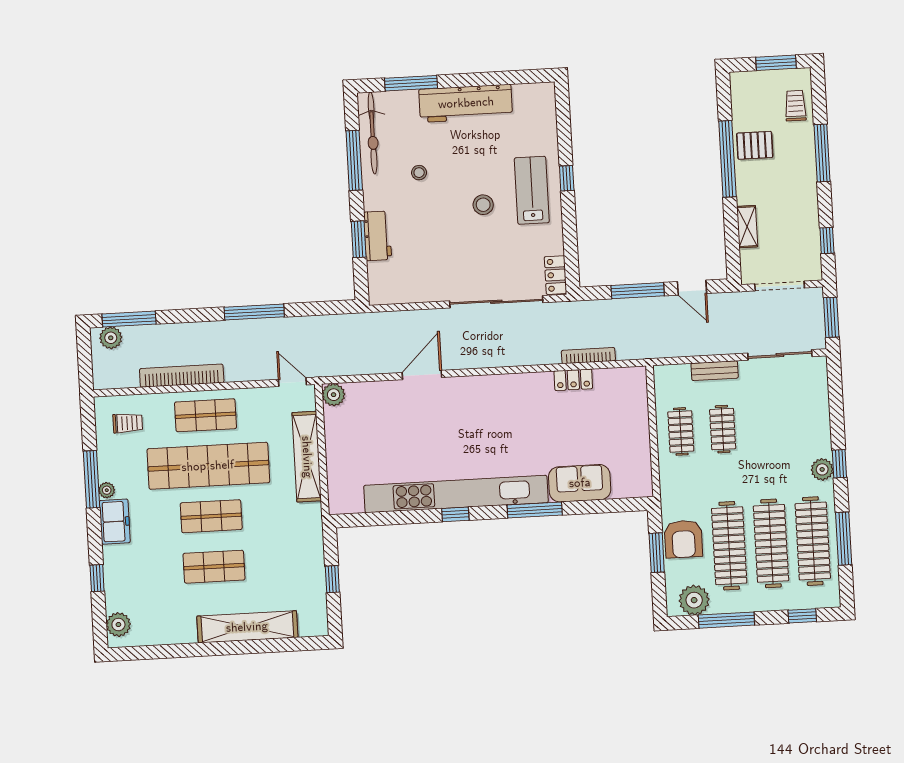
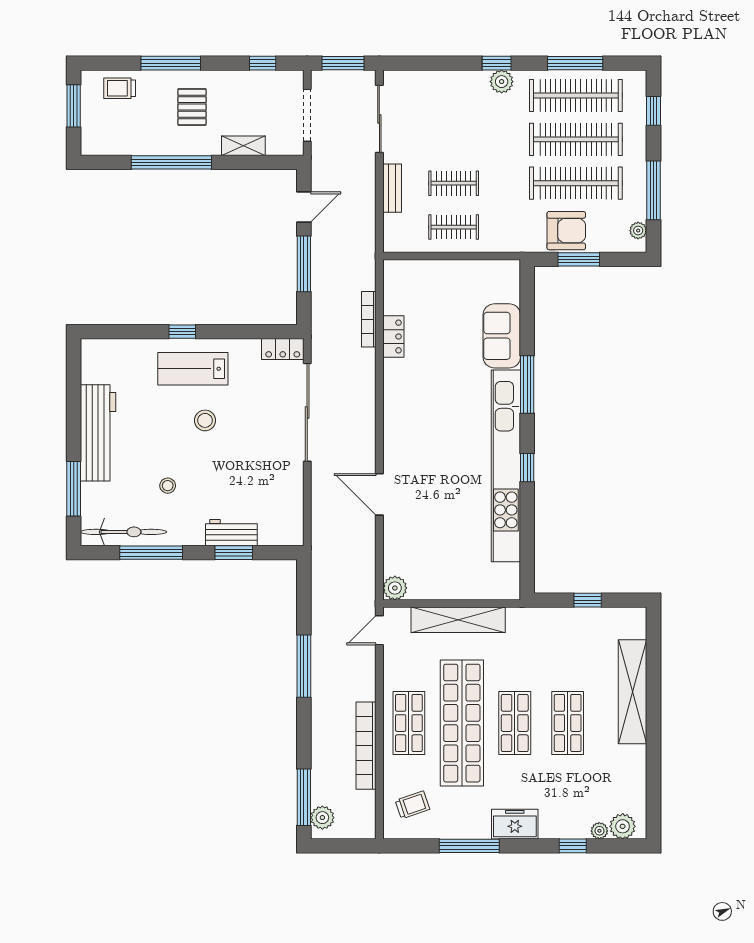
pallet: (755, 145) -> (192, 107), moved
trolley: (128, 423) -> (412, 805), turned 71
plant: (107, 490) -> (599, 831), moved
plant: (694, 600) -> (638, 231), width x0.53, depth x0.53

